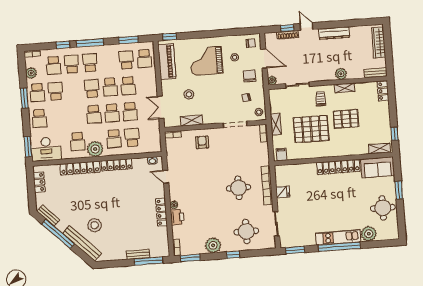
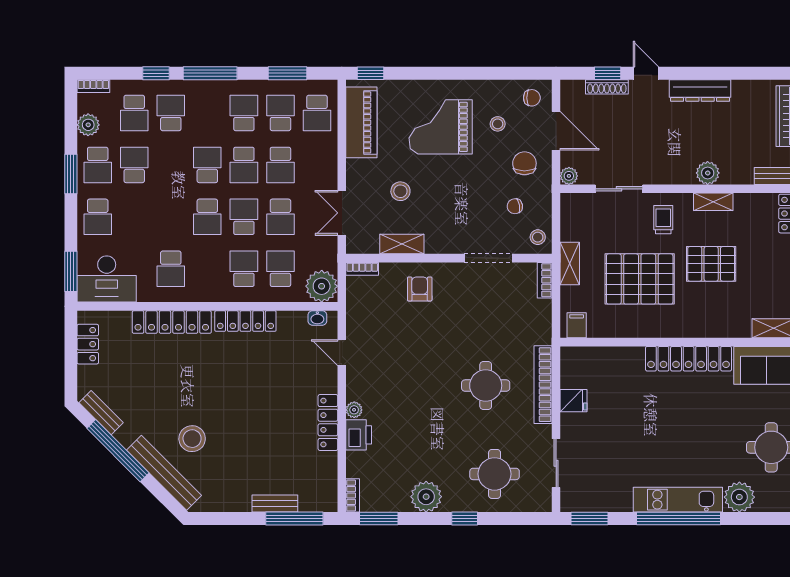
school desk: (90, 63) -> (244, 113), moved
school desk: (112, 113) -> (244, 217), turned 180
school desk: (114, 139) -> (244, 269), turned 180
plant: (95, 149) -> (322, 286), moved

